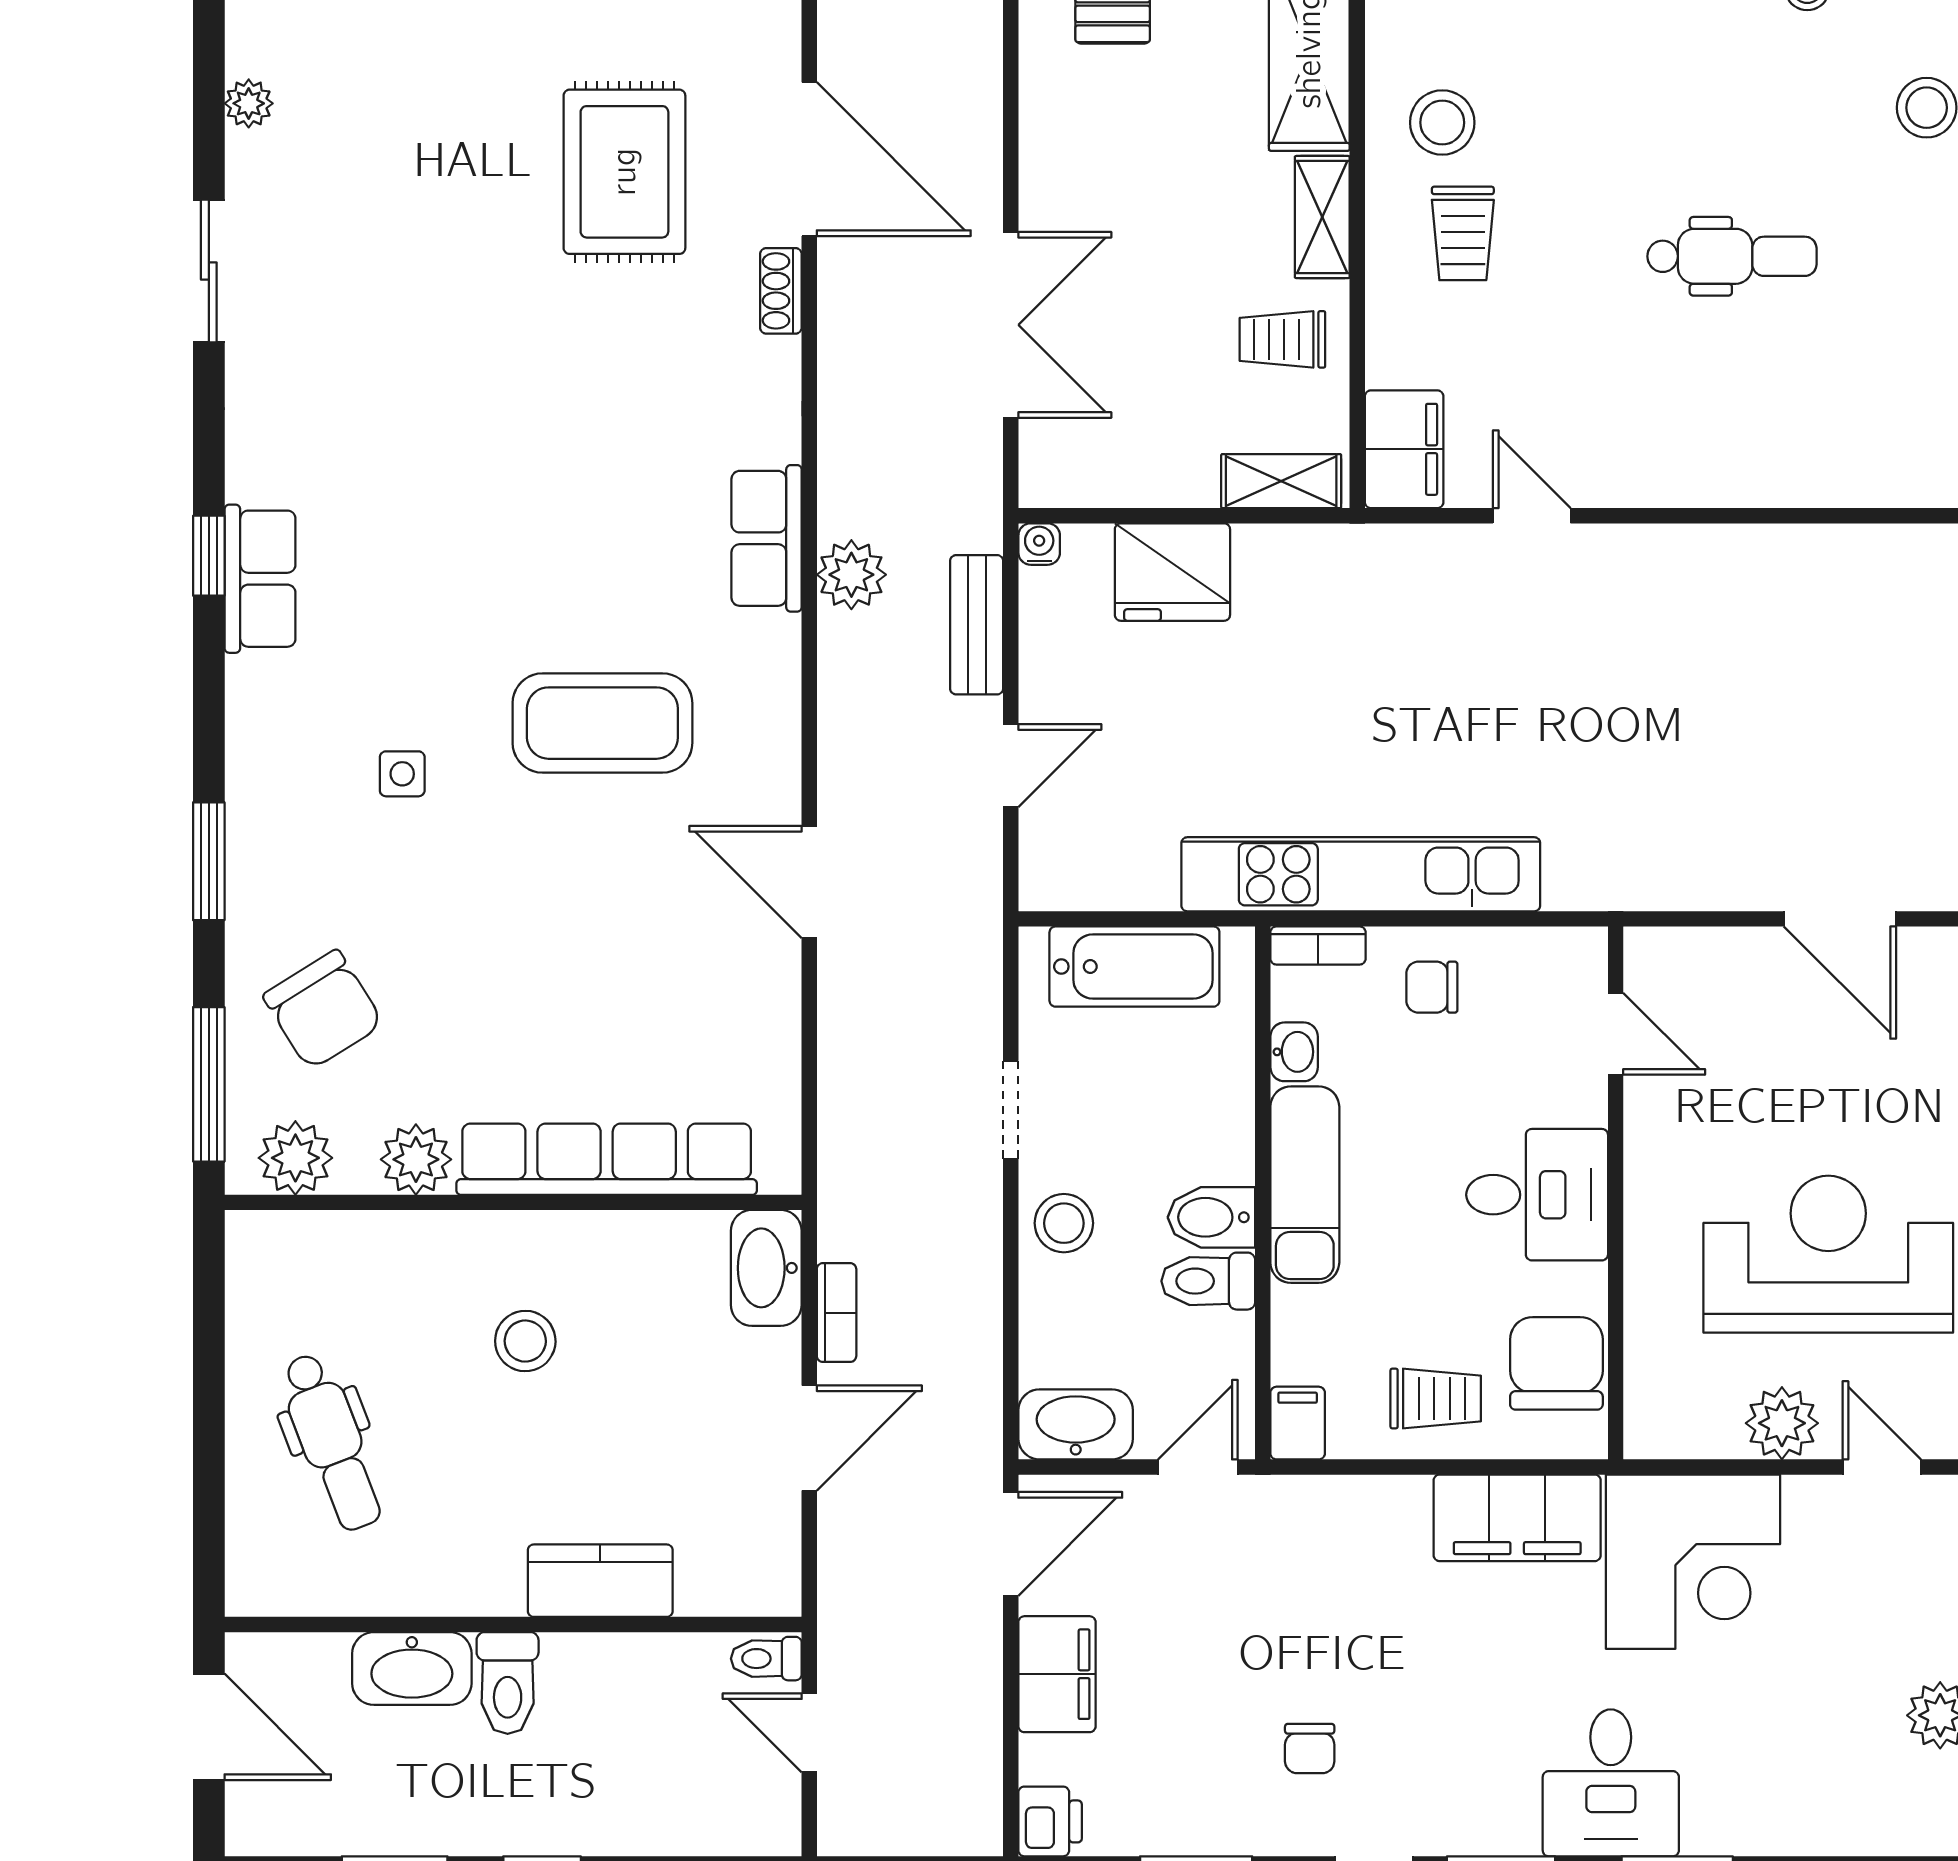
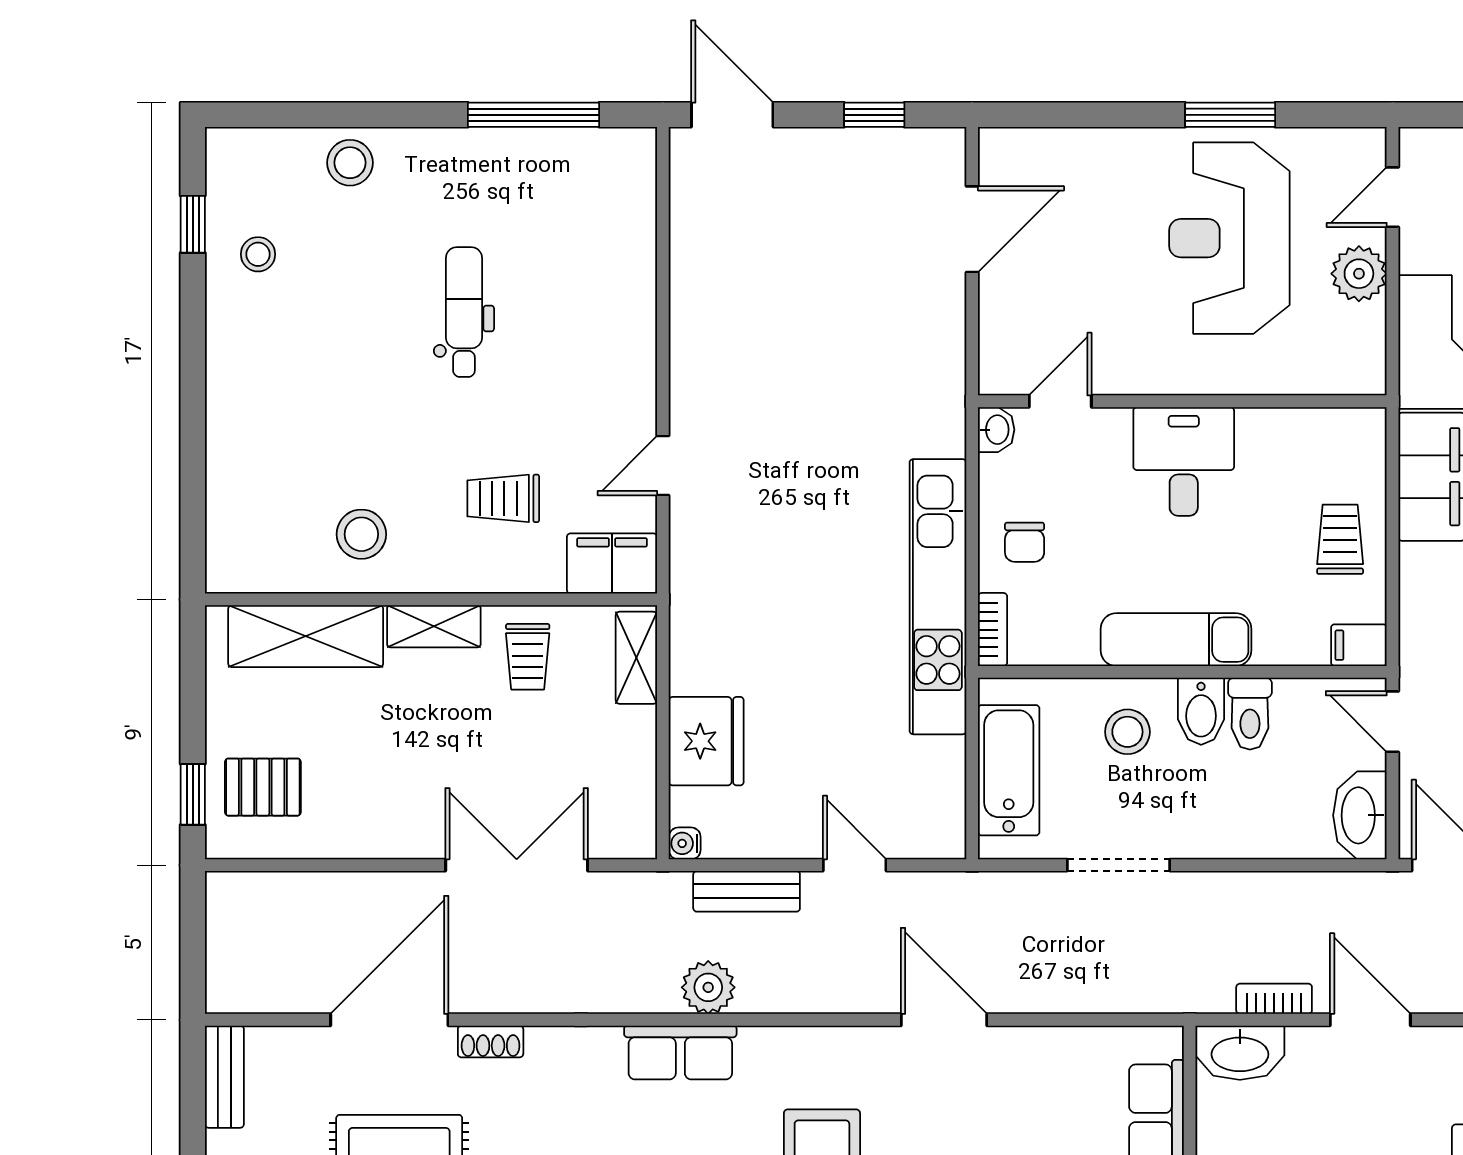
trolley: (1463, 233) -> (503, 498), moved, turned 180
door: (809, 882) -> (944, 1020), swing flipped
washbasin: (1294, 1052) -> (996, 430), moved, turned 90
doorway: (1011, 1110) -> (1118, 865), width x1.38
stool: (1064, 1223) -> (1127, 732), moved
chair: (1556, 1363) -> (1313, 447), removed

